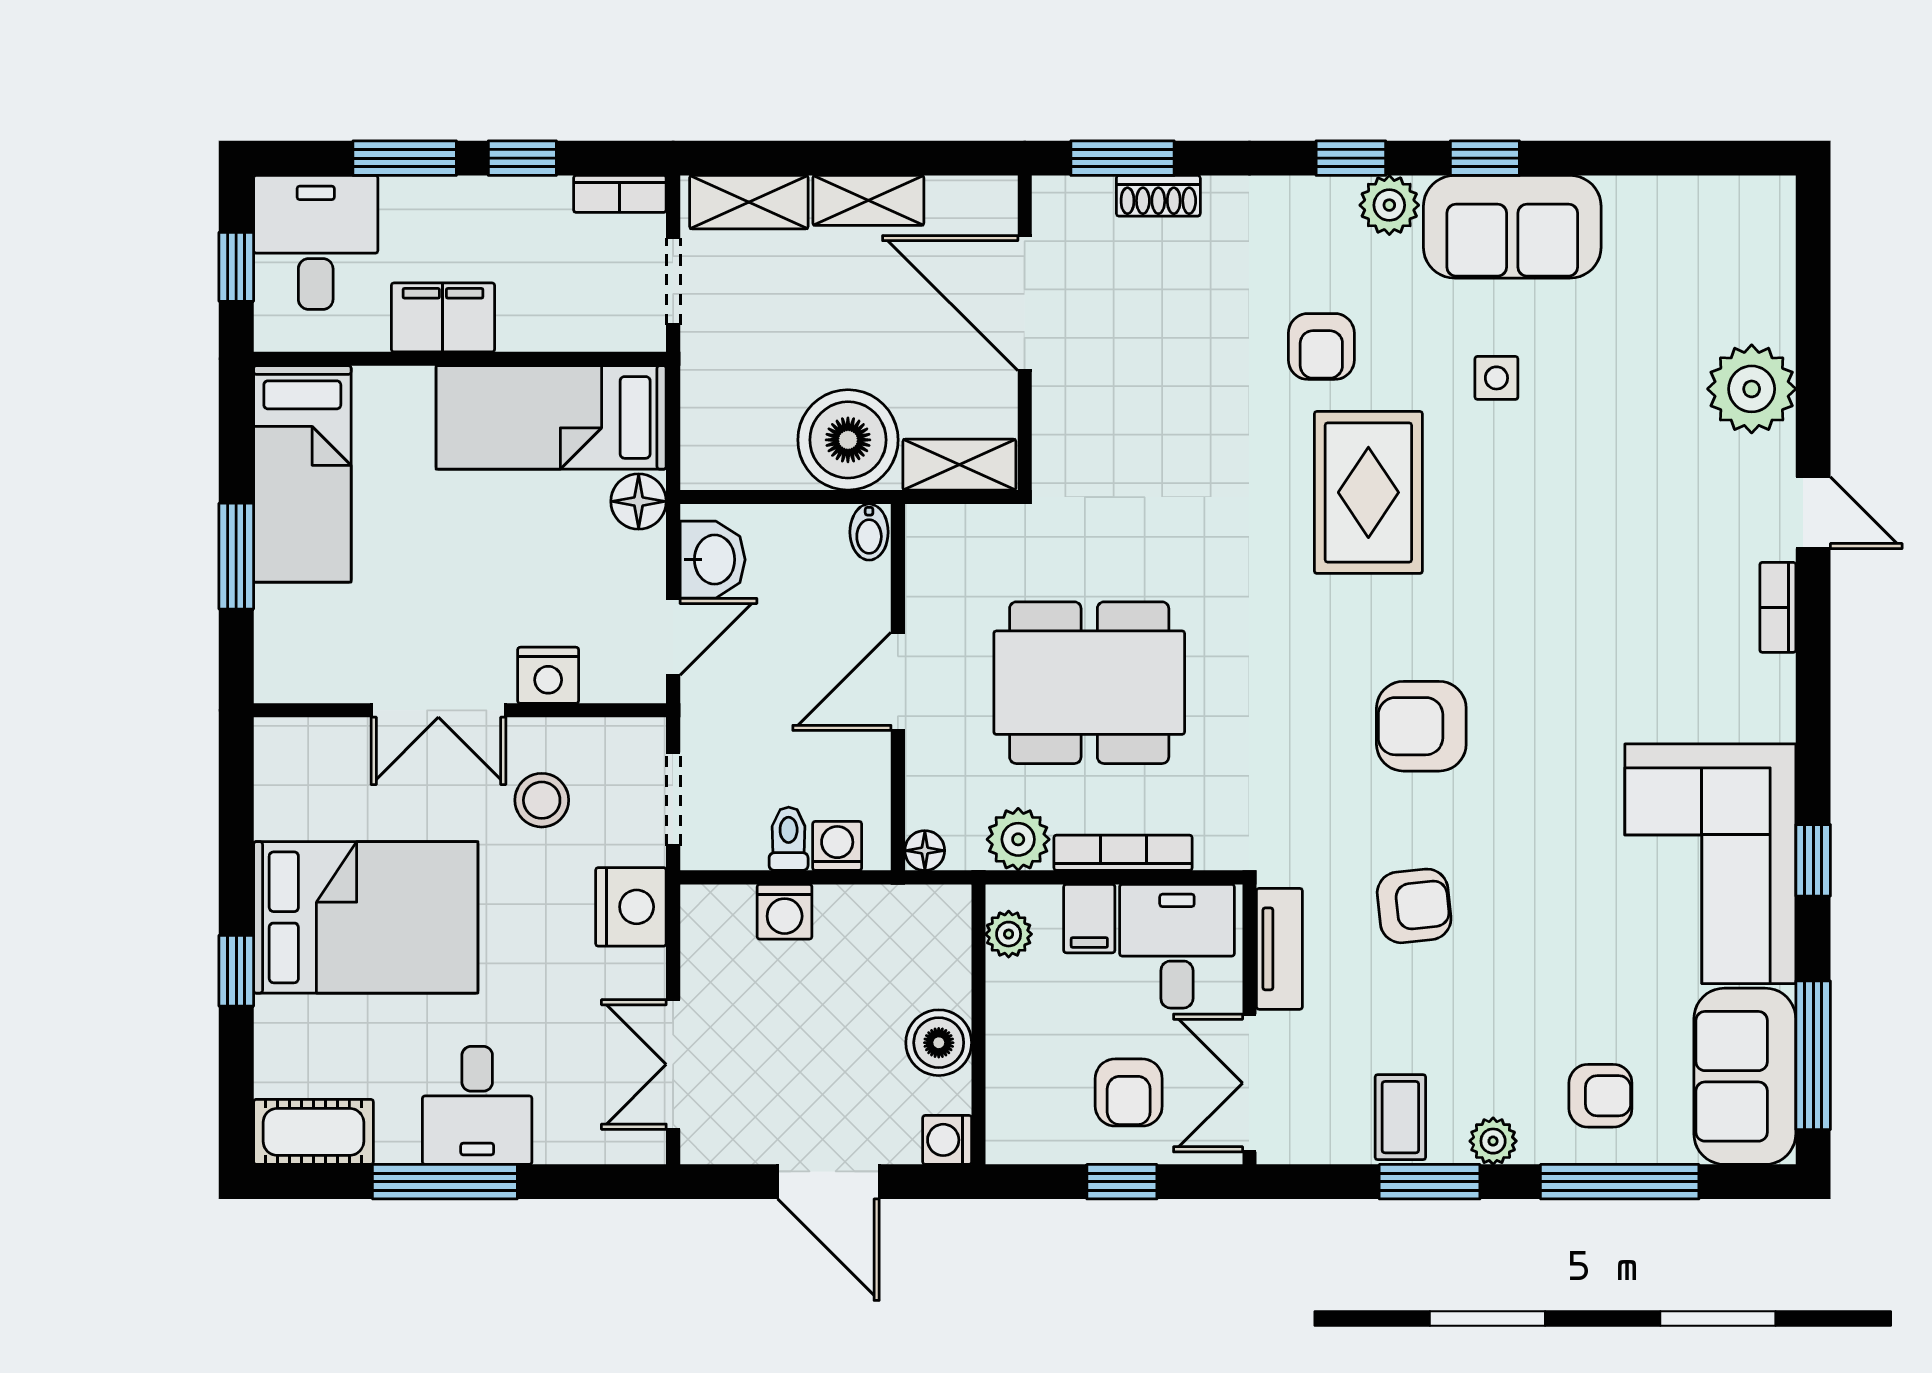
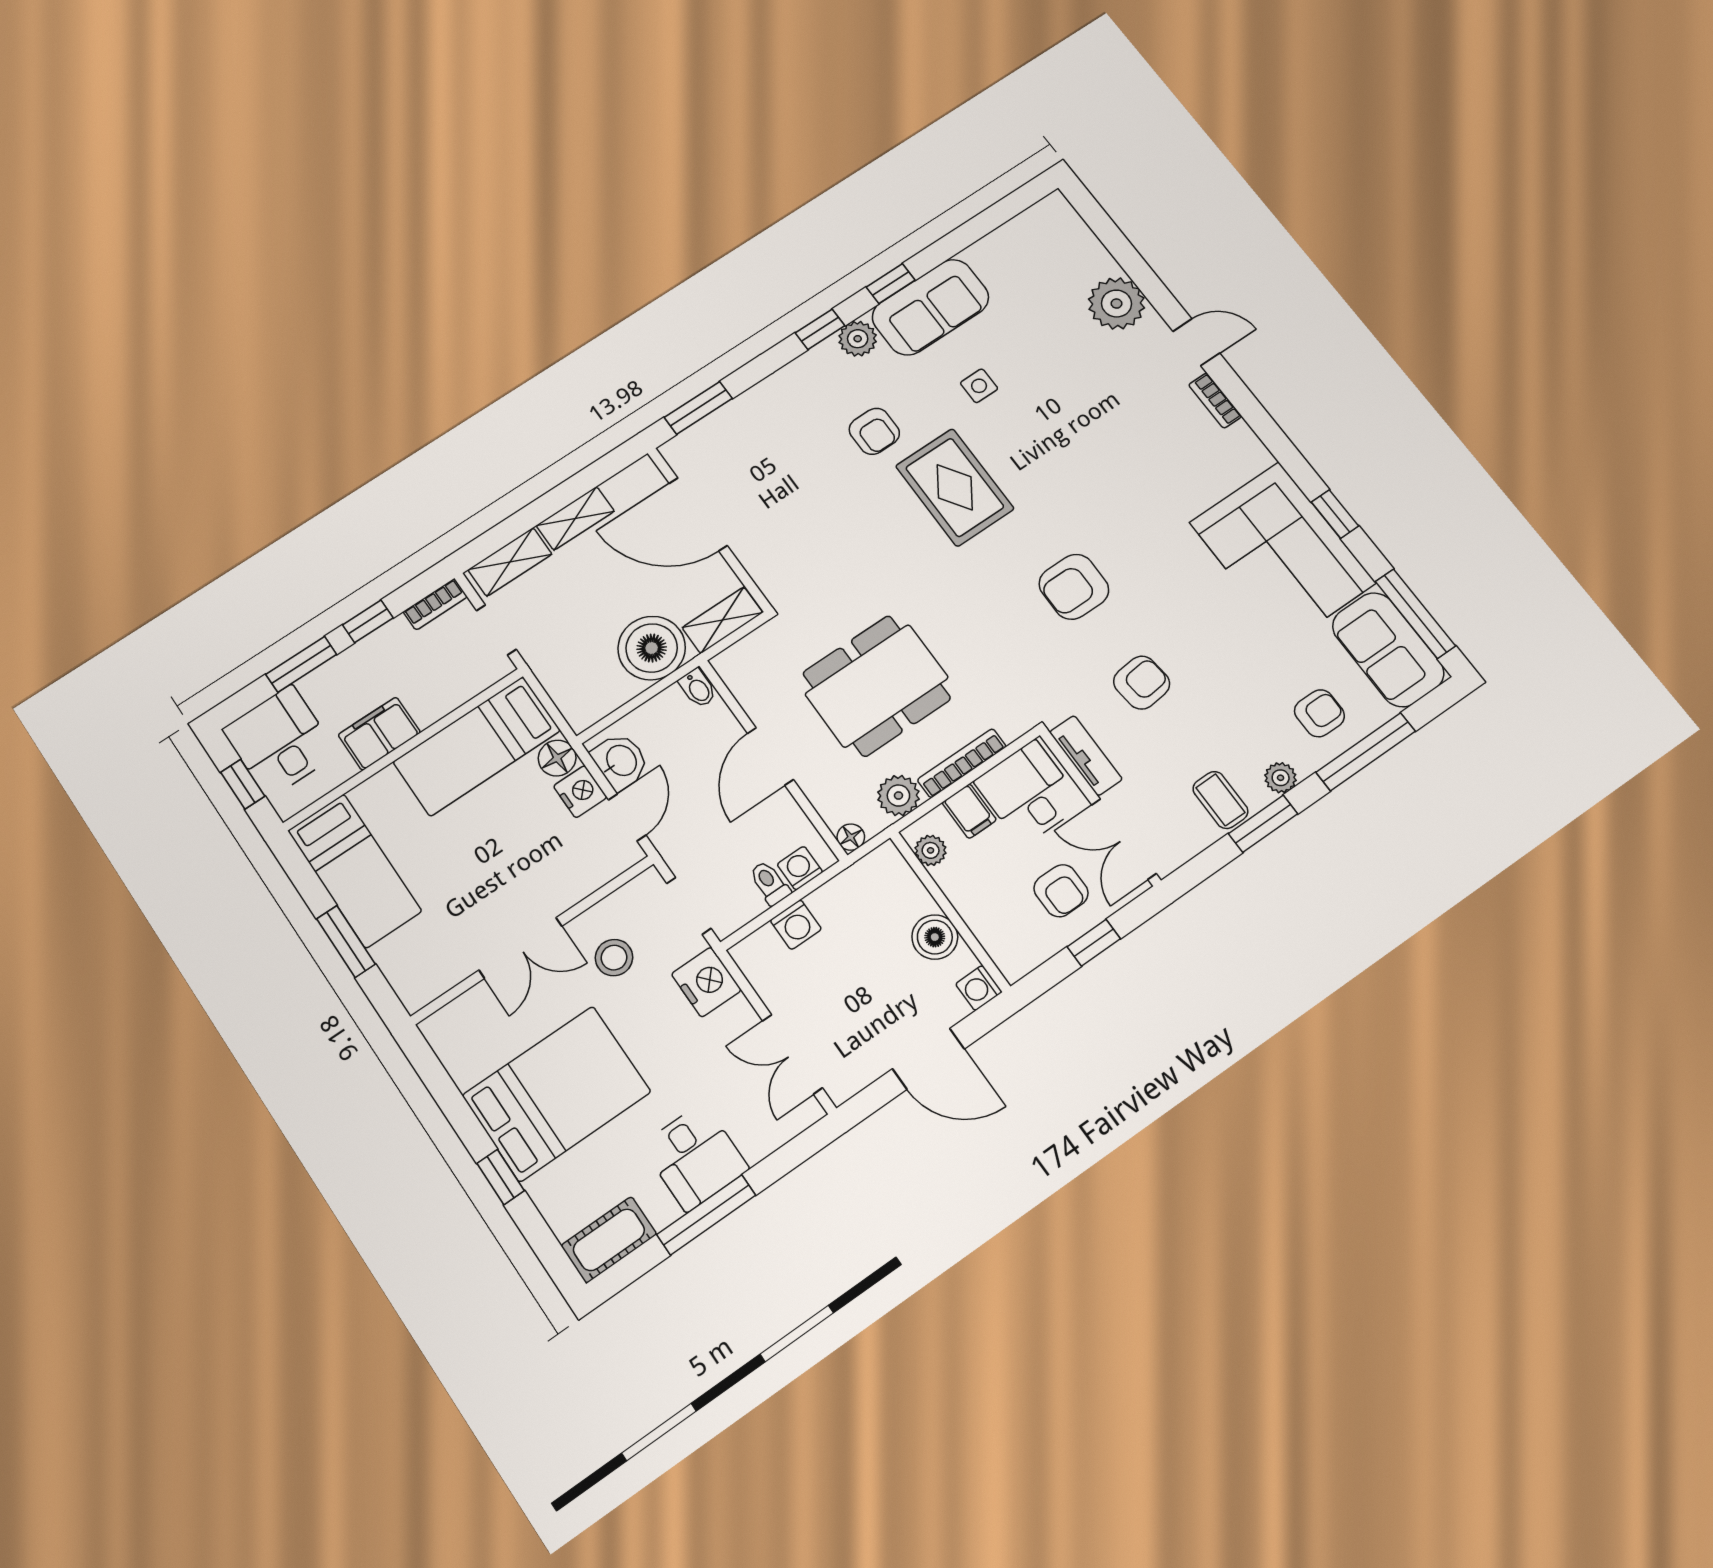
shoe rack: (1158, 196) -> (731, 414), removed
nightstand: (548, 675) -> (580, 792), moved, turned -90

